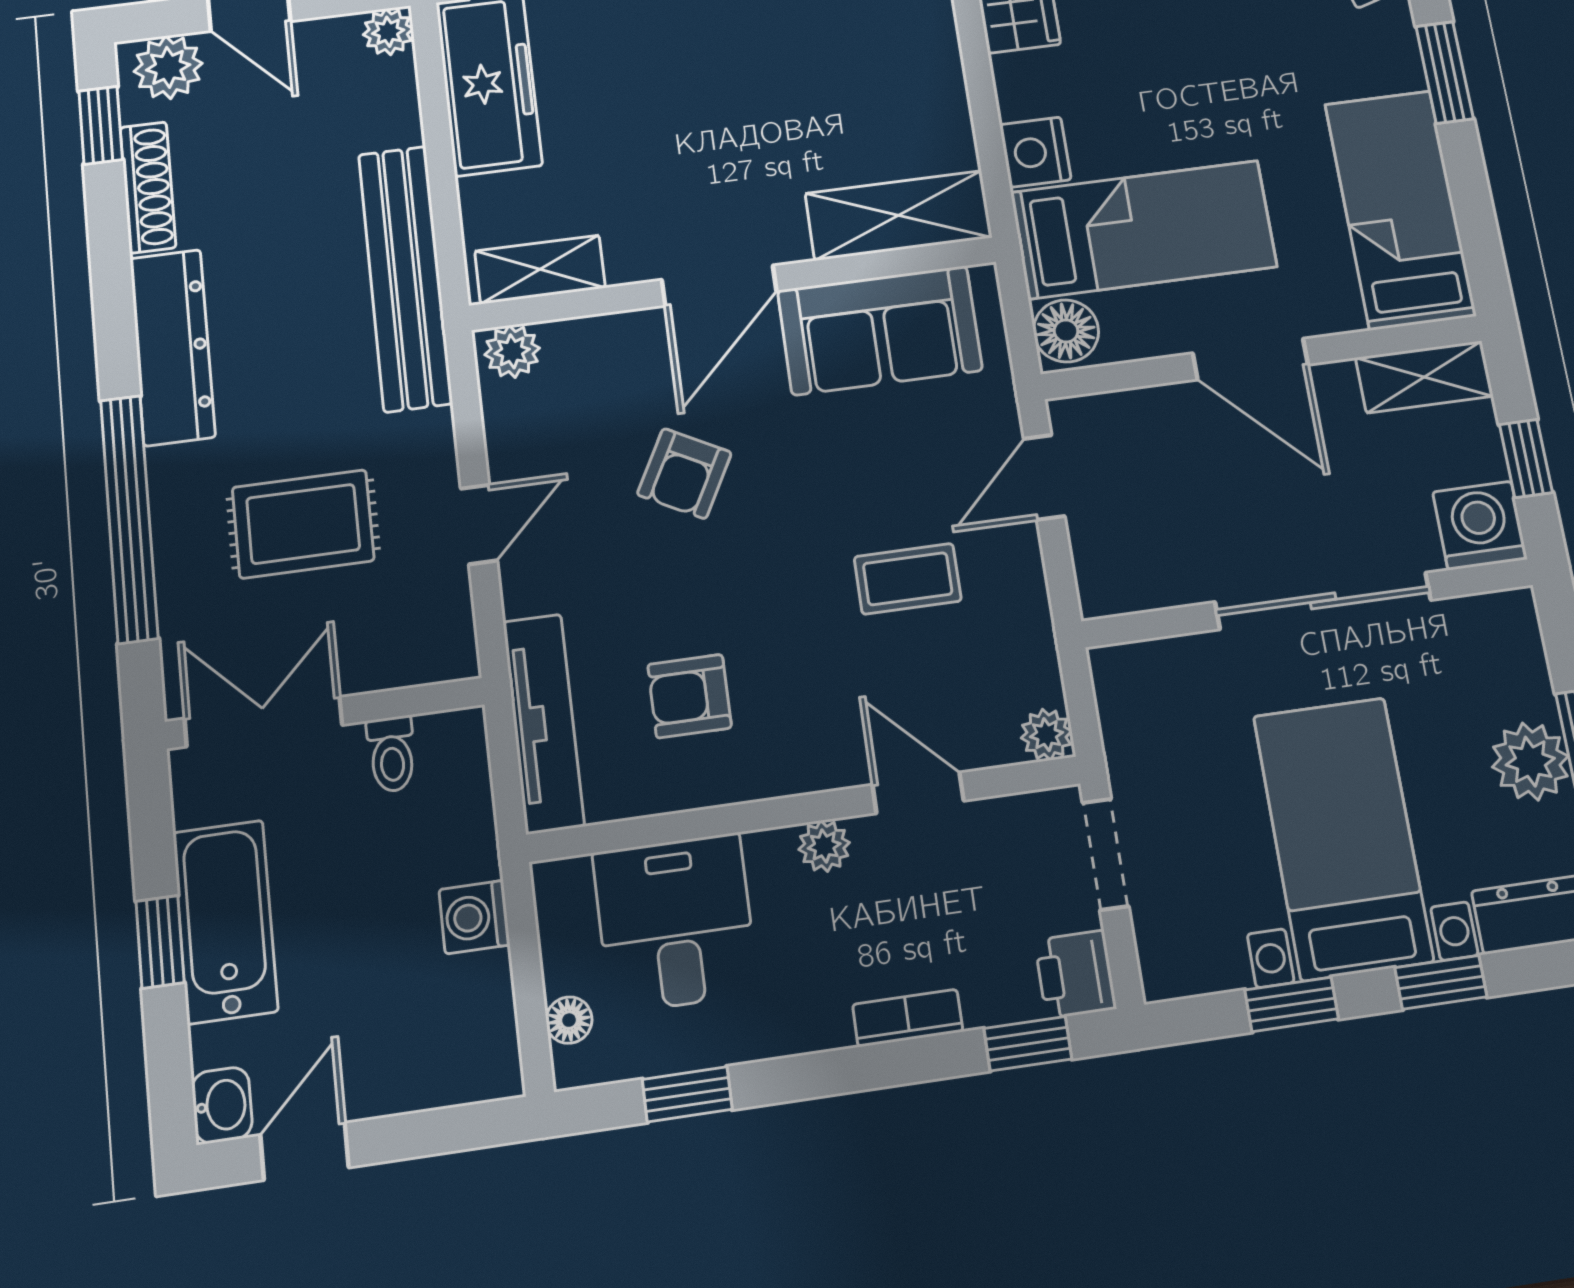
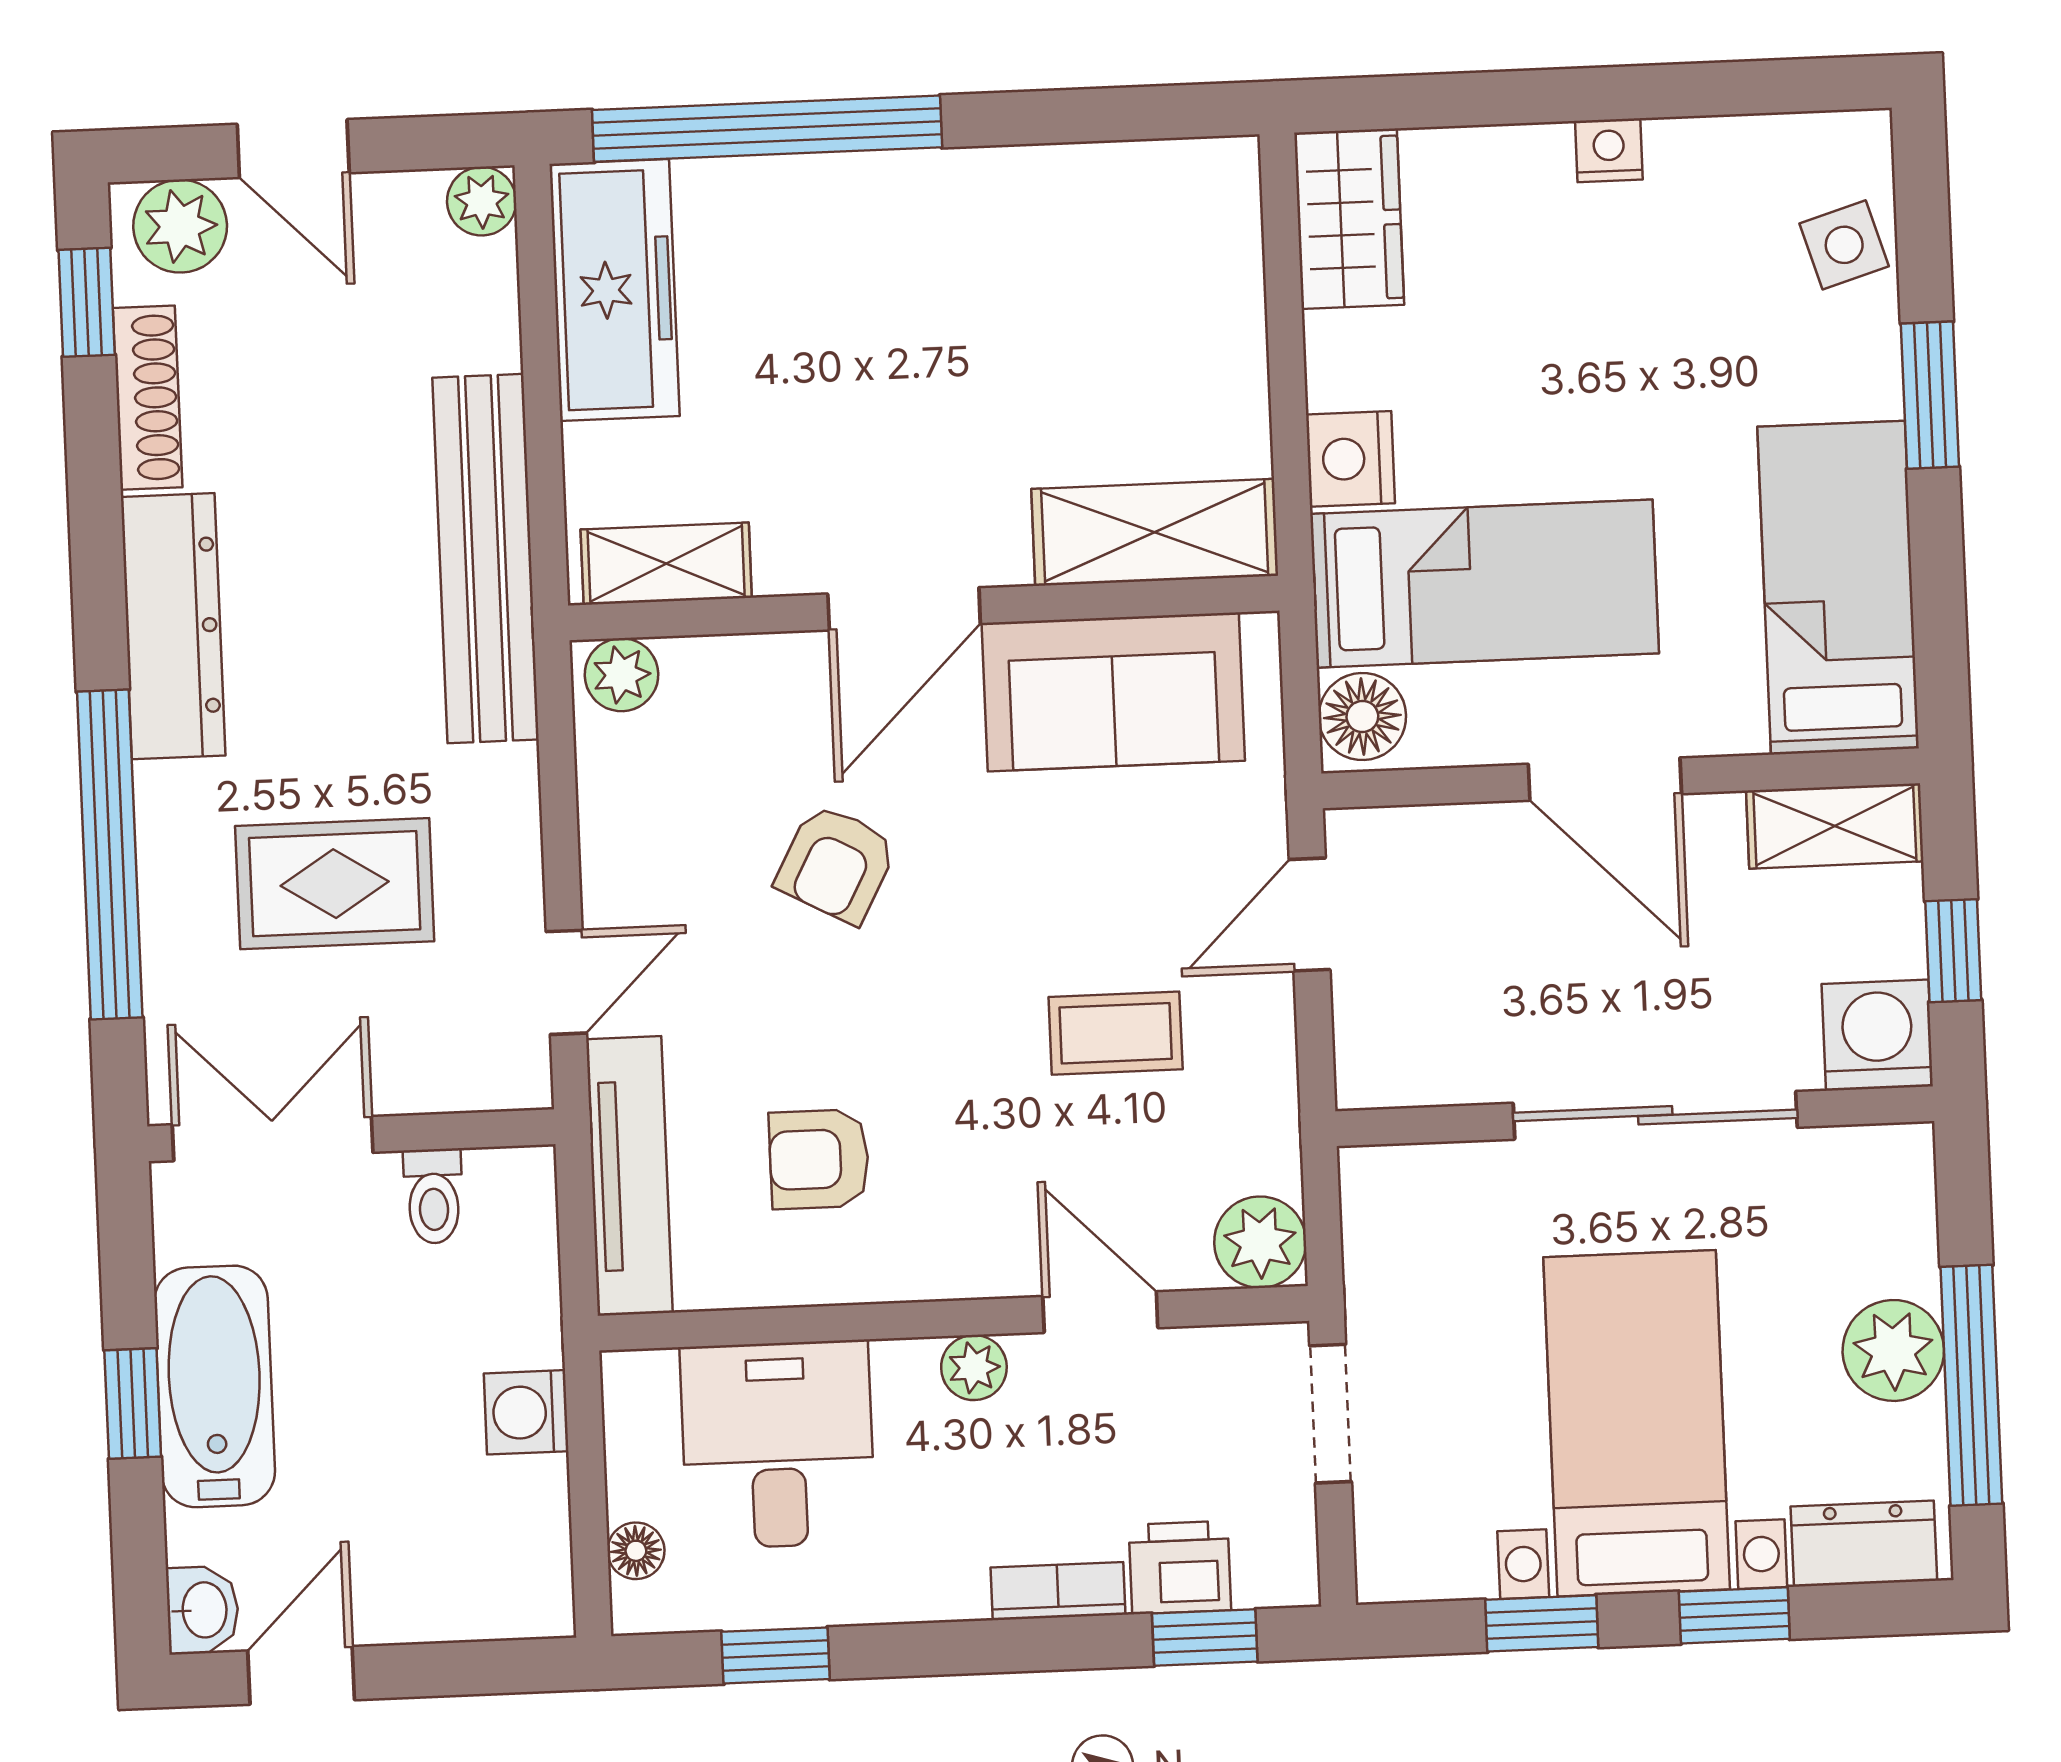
door: (479, 524) -> (566, 982), moved
plant: (1046, 735) -> (1260, 1242), width x1.38, depth x1.38
printer: (1075, 974) -> (1180, 1567), moved, turned 90

